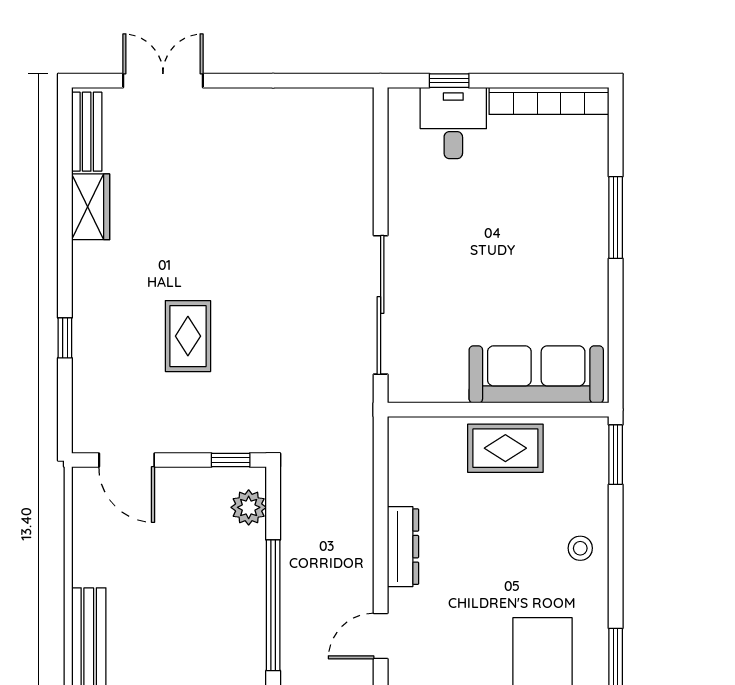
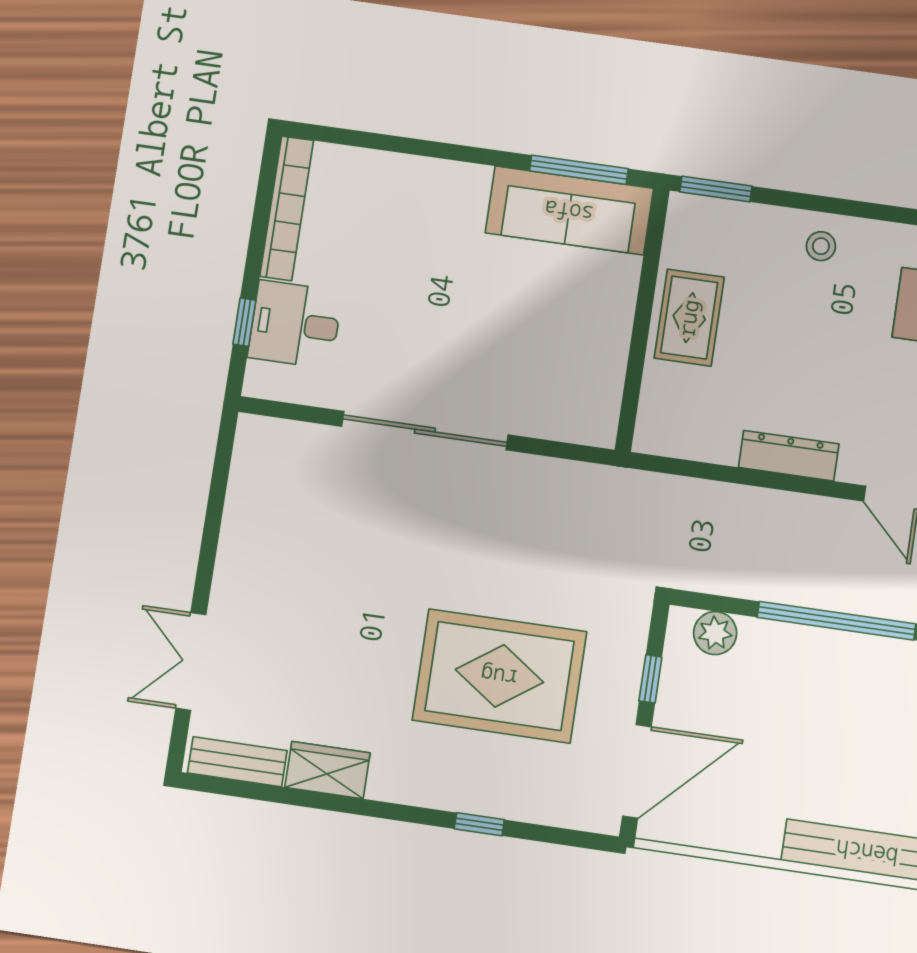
window: (616, 217) -> (579, 170), moved
sliding door: (381, 305) -> (425, 431), moved
rug: (188, 336) -> (499, 676), width x1.86, depth x2.06
sofa: (536, 374) -> (569, 211), moved, turned -90
door: (127, 460) -> (637, 771), width x1.36
window: (231, 460) -> (650, 679), moved

